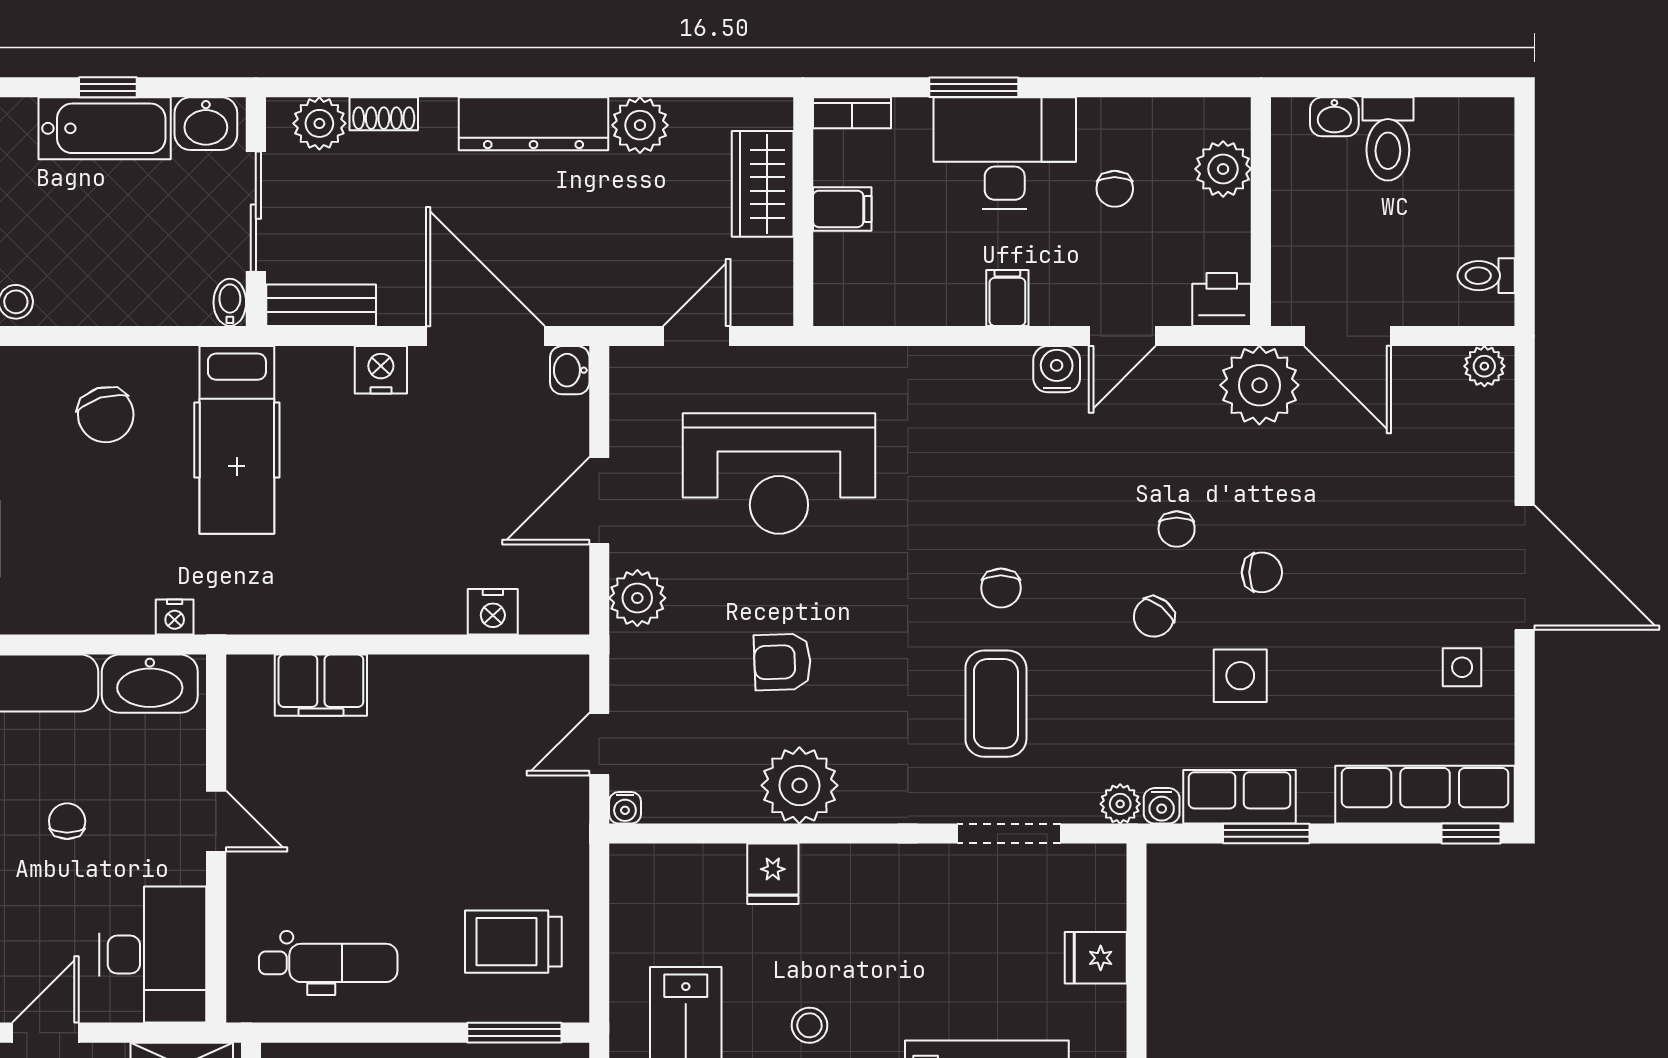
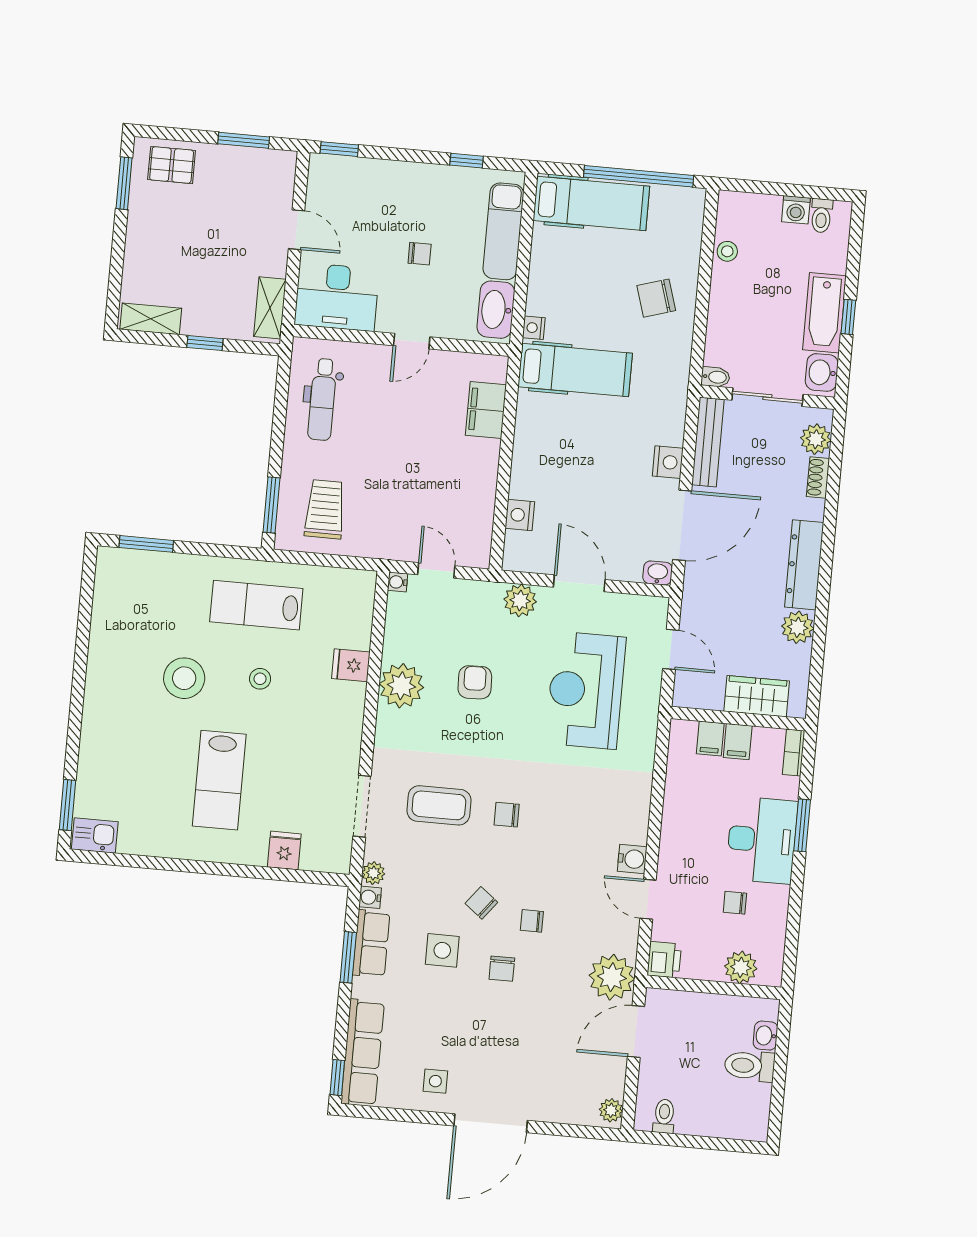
filing cabinet: (1007, 298) -> (710, 739), moved, turned 90
bench: (321, 305) -> (708, 442), width x1.36
hospital bed: (237, 440) -> (575, 370), moved, turned 180

